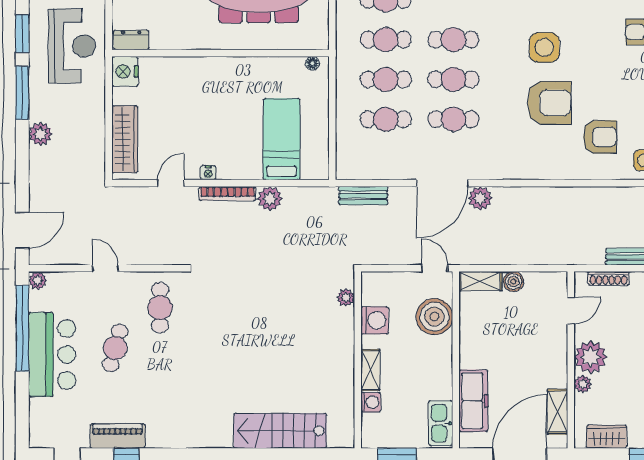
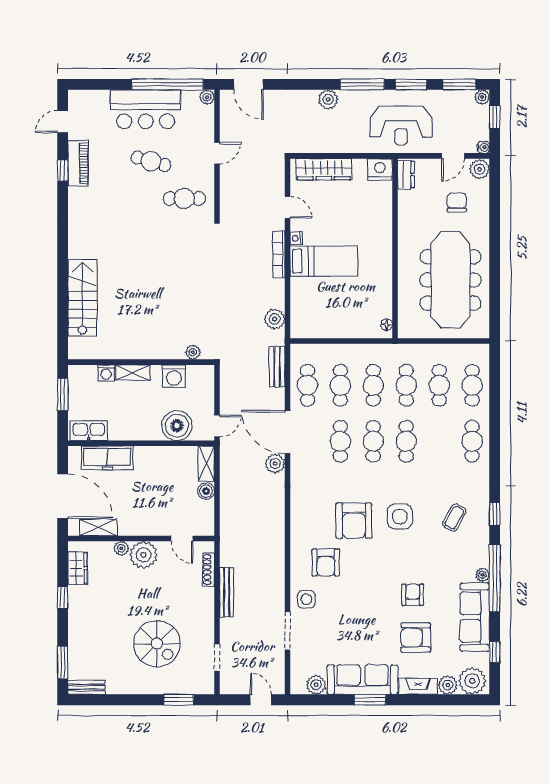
bed: (281, 139) -> (324, 261), moved
cafe table: (386, 159) -> (307, 385), added
plant: (270, 199) -> (275, 319), moved

